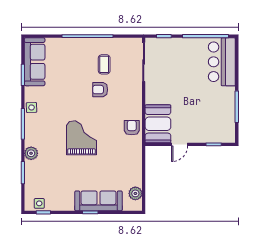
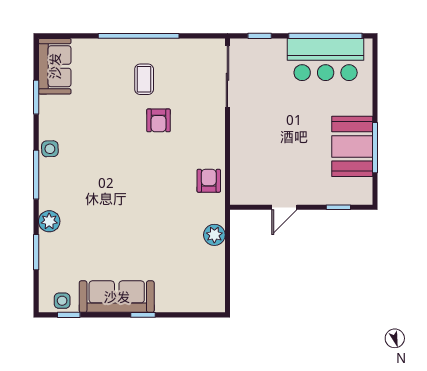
sofa: (35, 62) -> (55, 66), width x0.73
bar counter: (222, 62) -> (326, 59), moved, turned -90
coffee table: (104, 64) -> (144, 79), moved
armchair: (100, 90) -> (158, 120), turned -90
booth: (158, 124) -> (352, 146), moved
grand piano: (81, 138) -> (129, 197), removed
plant: (135, 193) -> (214, 235), moved
sofa: (99, 201) -> (117, 297), moved

